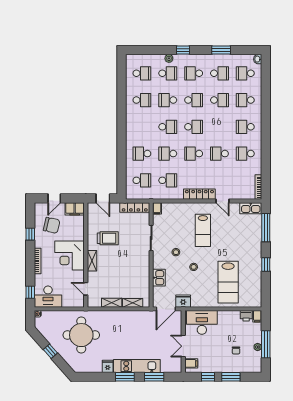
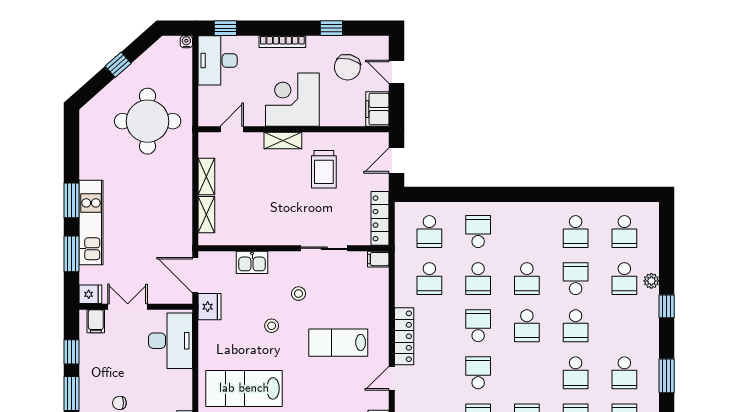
school desk: (194, 73) -> (624, 326), removed
school desk: (168, 154) -> (478, 279), turned 180
fridge: (108, 366) -> (90, 294), moved

